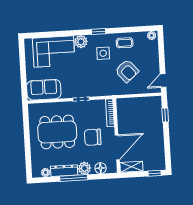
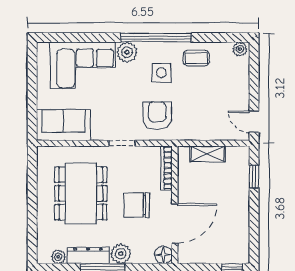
window: (98, 31) -> (156, 38), width x3.17
armchair: (127, 71) -> (157, 116), moved, turned -139
door: (163, 81) -> (254, 122), hinge flipped
dining table: (57, 132) -> (81, 193), turned 90
shelving: (131, 167) -> (207, 154), moved
floor lamp: (101, 168) -> (163, 255), moved

